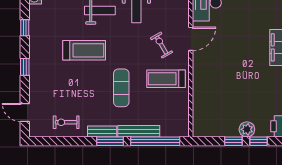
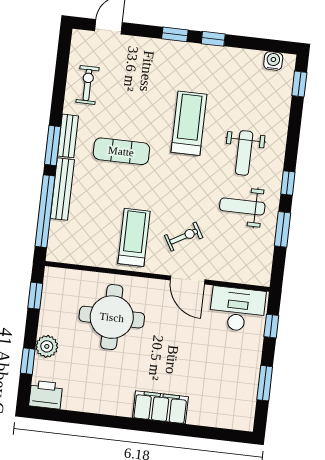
window: (25, 28) -> (213, 39), moved
treadmill: (84, 50) -> (189, 123), turned 180
exercise mat: (121, 88) -> (121, 151), moved
round table: (222, 88) -> (112, 317), added
window: (233, 141) -> (35, 296), moved

